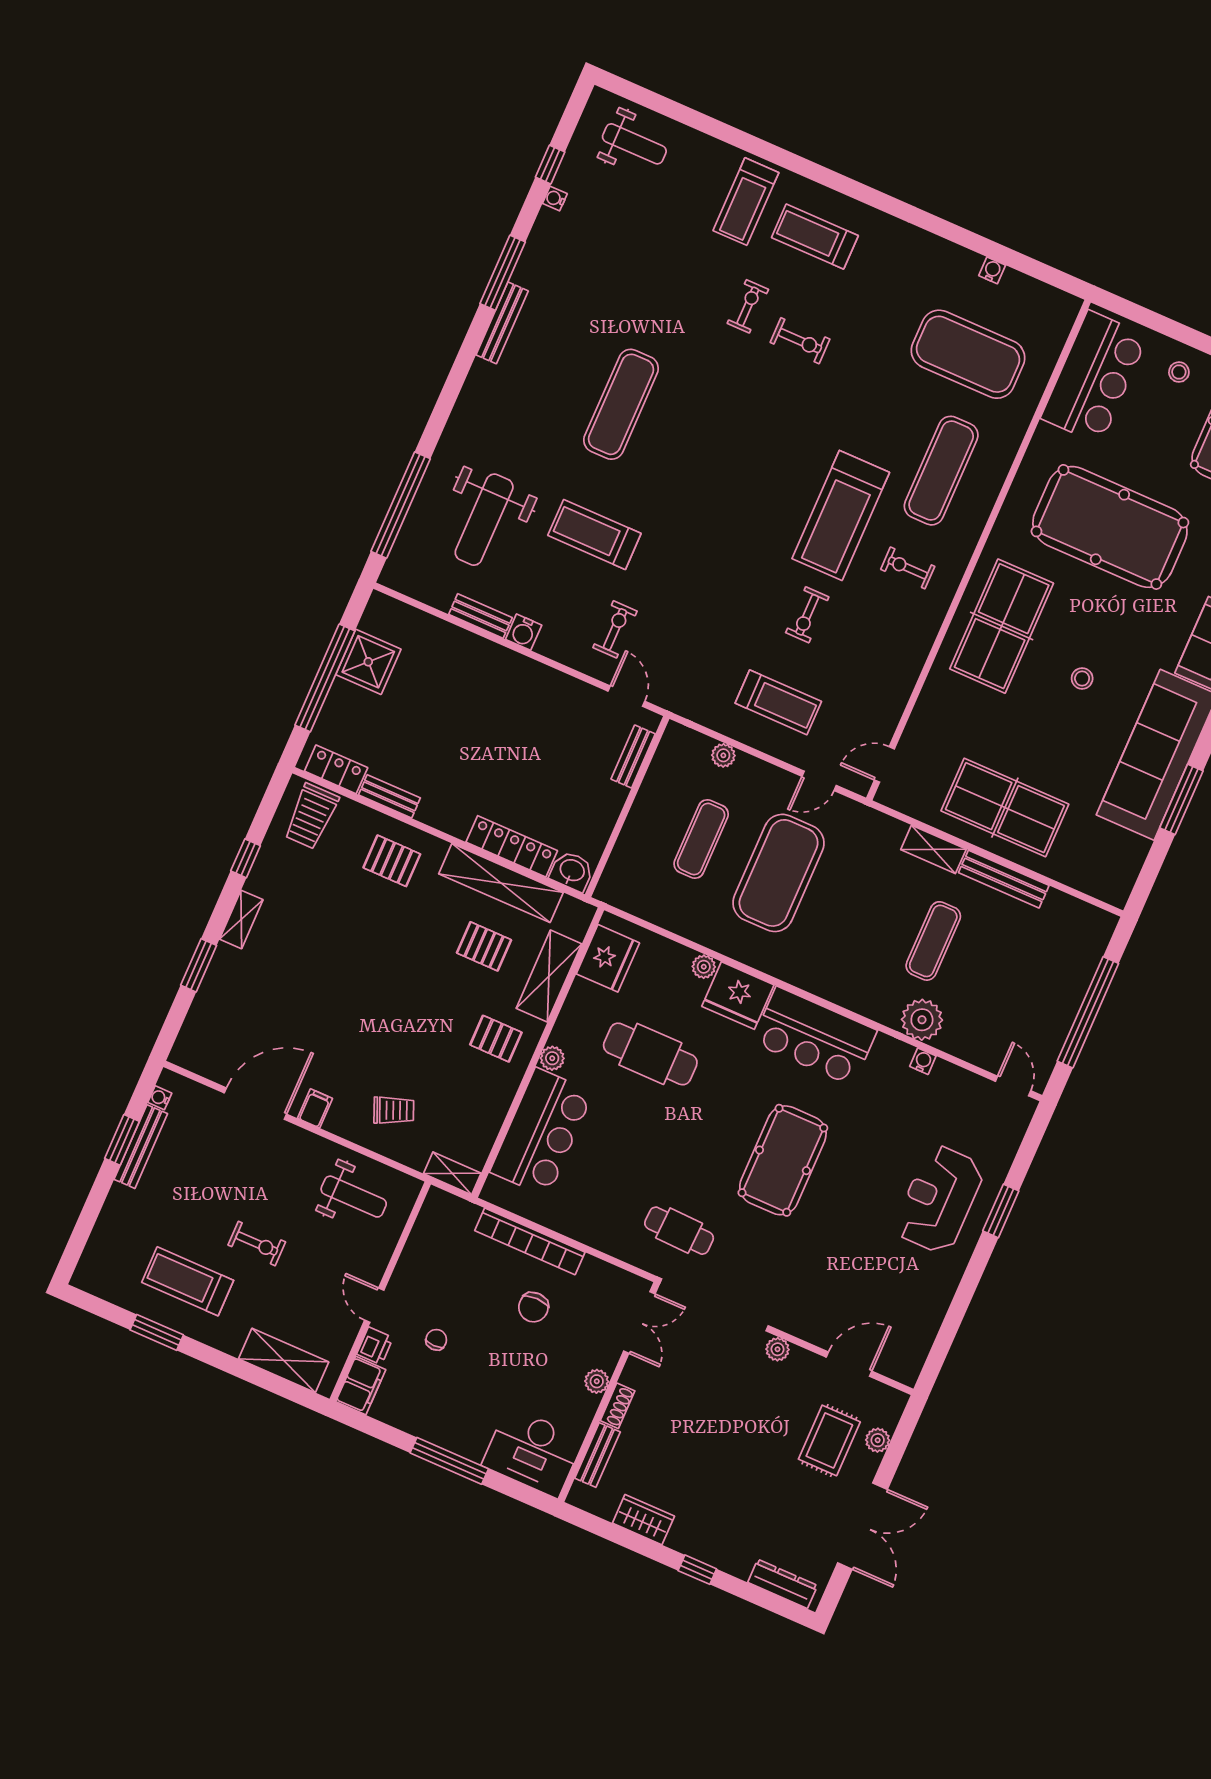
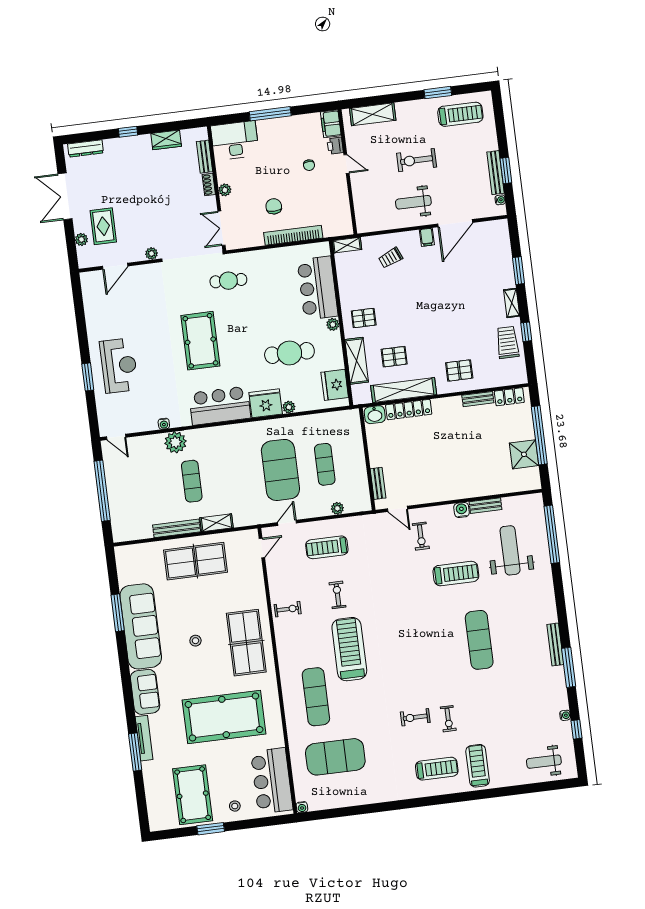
water cooler: (992, 270) -> (302, 807), moved
exercise bike: (908, 568) -> (288, 609), moved
trolley: (311, 816) -> (507, 342), moved
weight bench: (354, 1197) -> (413, 202), moved
exercise bike: (257, 1244) -> (417, 160), width x1.38, depth x1.39
treadmill: (188, 1281) -> (460, 114), moved

